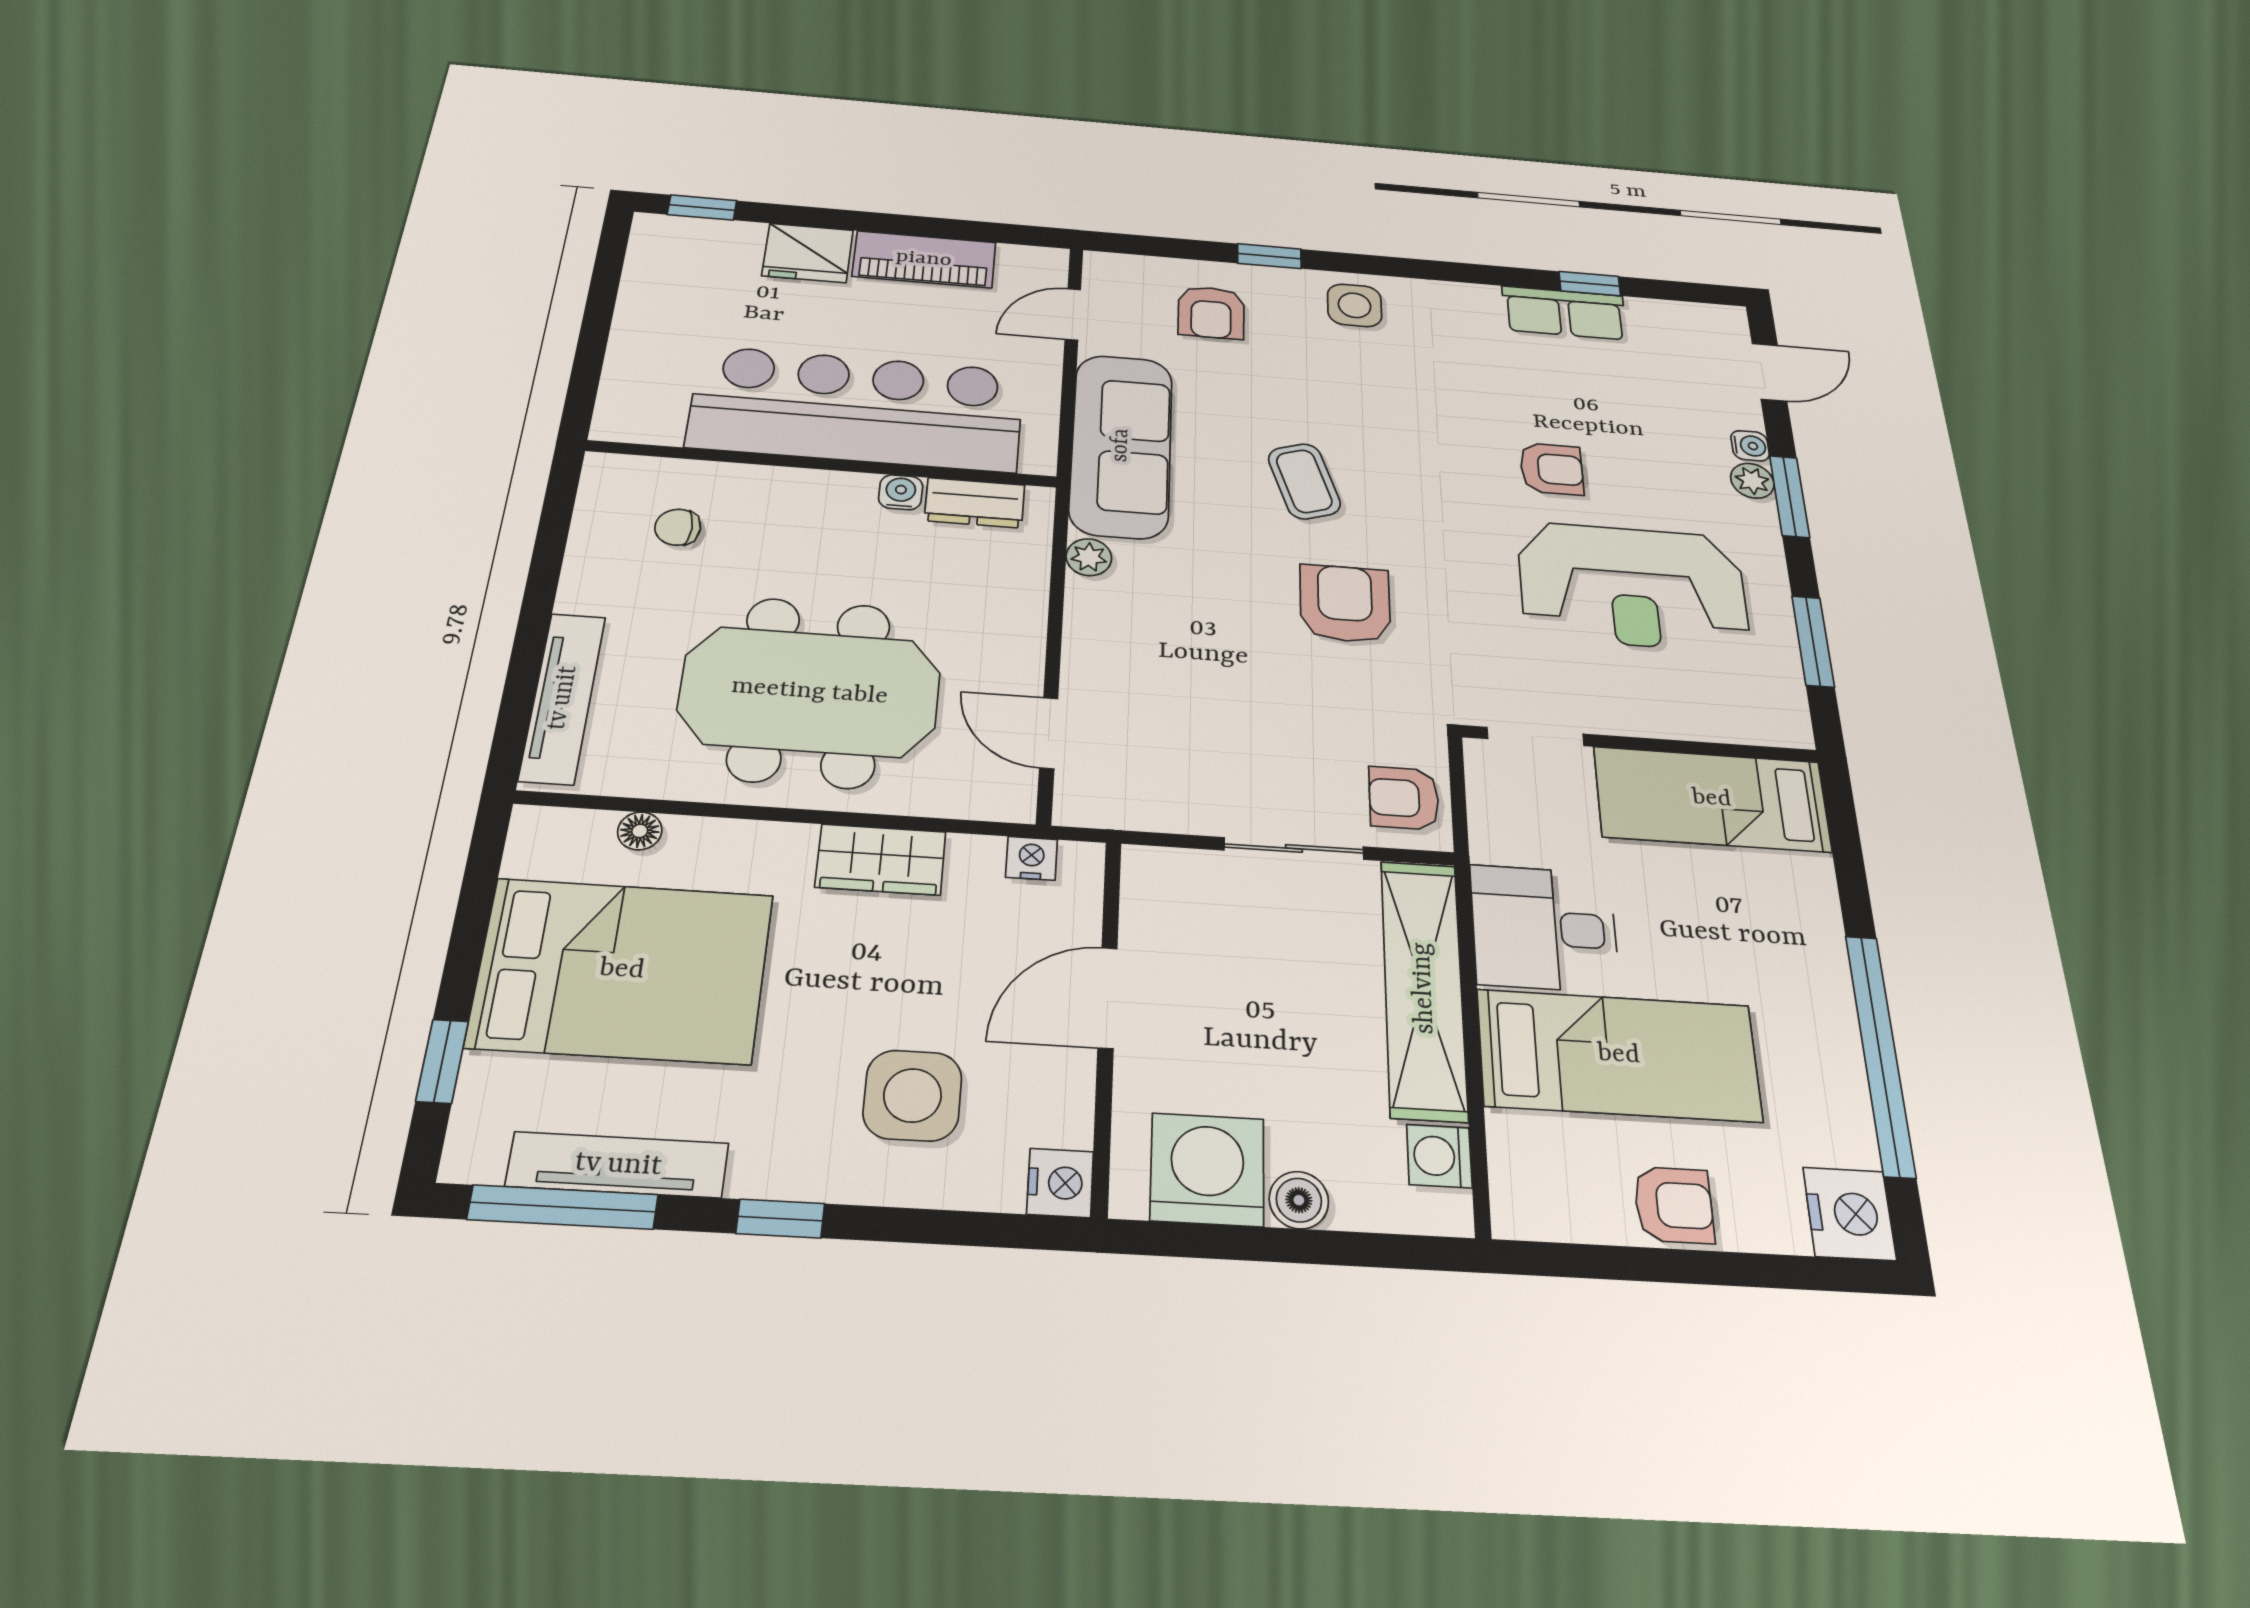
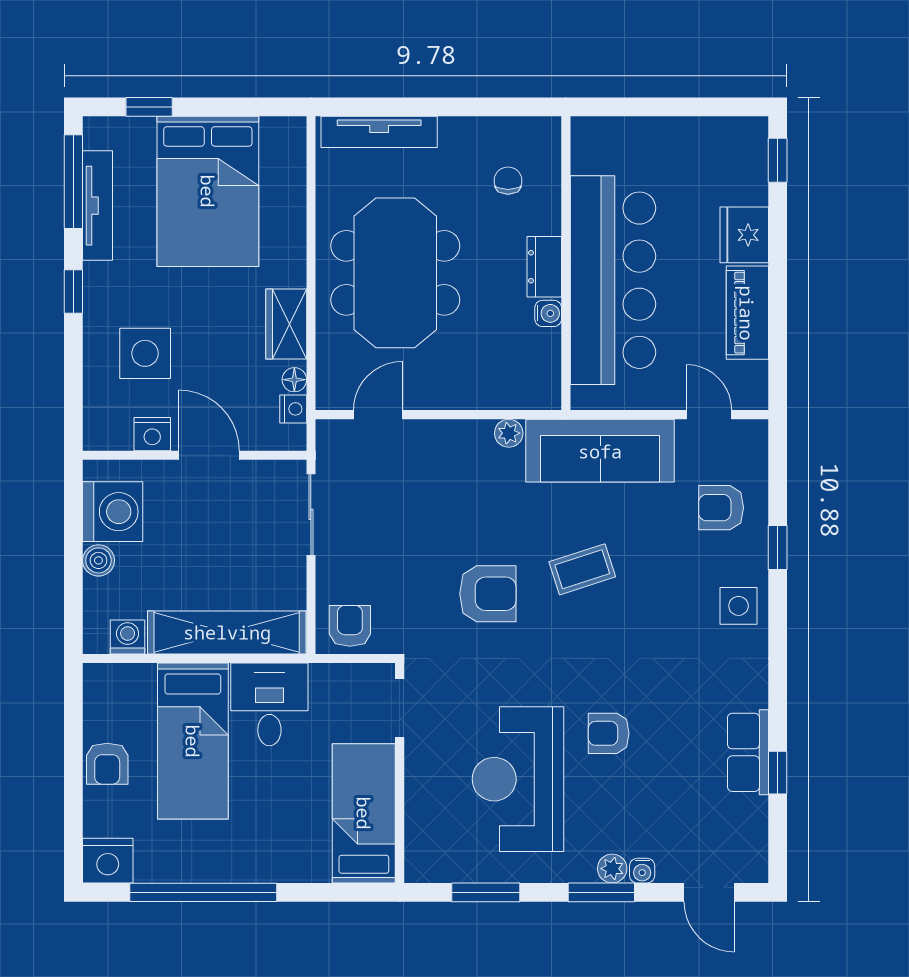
armchair: (1552, 469) -> (609, 733), turned 90
dresser: (975, 503) -> (544, 267), moved
floor lamp: (640, 831) -> (294, 380), moved
sliding door: (1294, 848) -> (311, 514), moved
nightstand: (1060, 1183) -> (152, 434), moved

